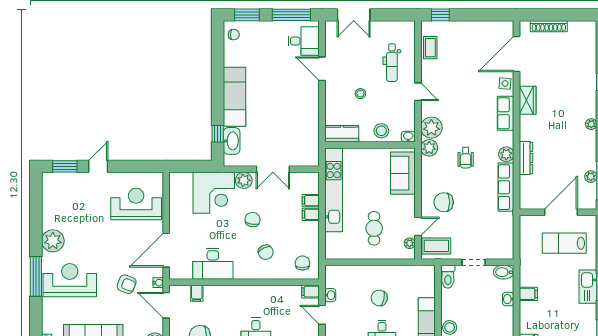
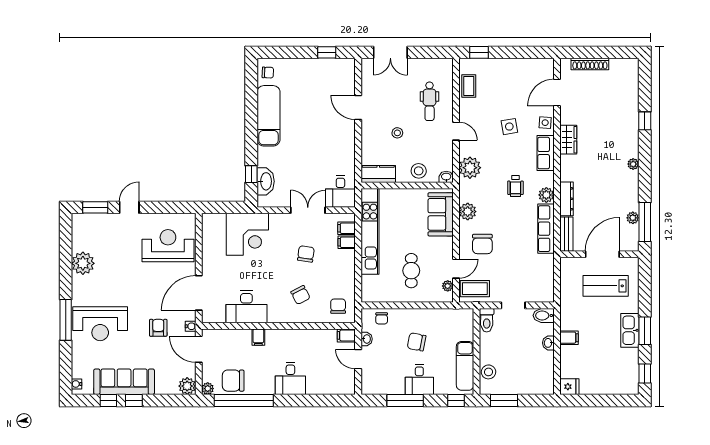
window: (247, 15) -> (281, 52), removed
window: (291, 15) -> (327, 52), width x0.46
desk: (304, 41) -> (340, 191), moved, turned 90
door: (517, 54) -> (557, 92), width x0.73
side table: (470, 87) -> (509, 127), added
exam couch: (234, 97) -> (269, 116), moved
plant: (429, 148) -> (468, 212), moved
wheelchair: (466, 158) -> (515, 186), moved
double door: (273, 169) -> (308, 210), swing flipped
plant: (244, 180) -> (278, 222), removed
bench: (526, 193) -> (566, 234), added
chair: (444, 202) -> (482, 244), turned -90
filing cabinet: (311, 214) -> (347, 228), moved
chair: (253, 220) -> (306, 254), moved
plant: (53, 241) -> (83, 263), moved
chair: (345, 275) -> (382, 318), added
reception desk: (70, 280) -> (100, 324), turned 180
armchair: (127, 284) -> (158, 328), turned -111
filing cabinet: (197, 293) -> (258, 337), moved

